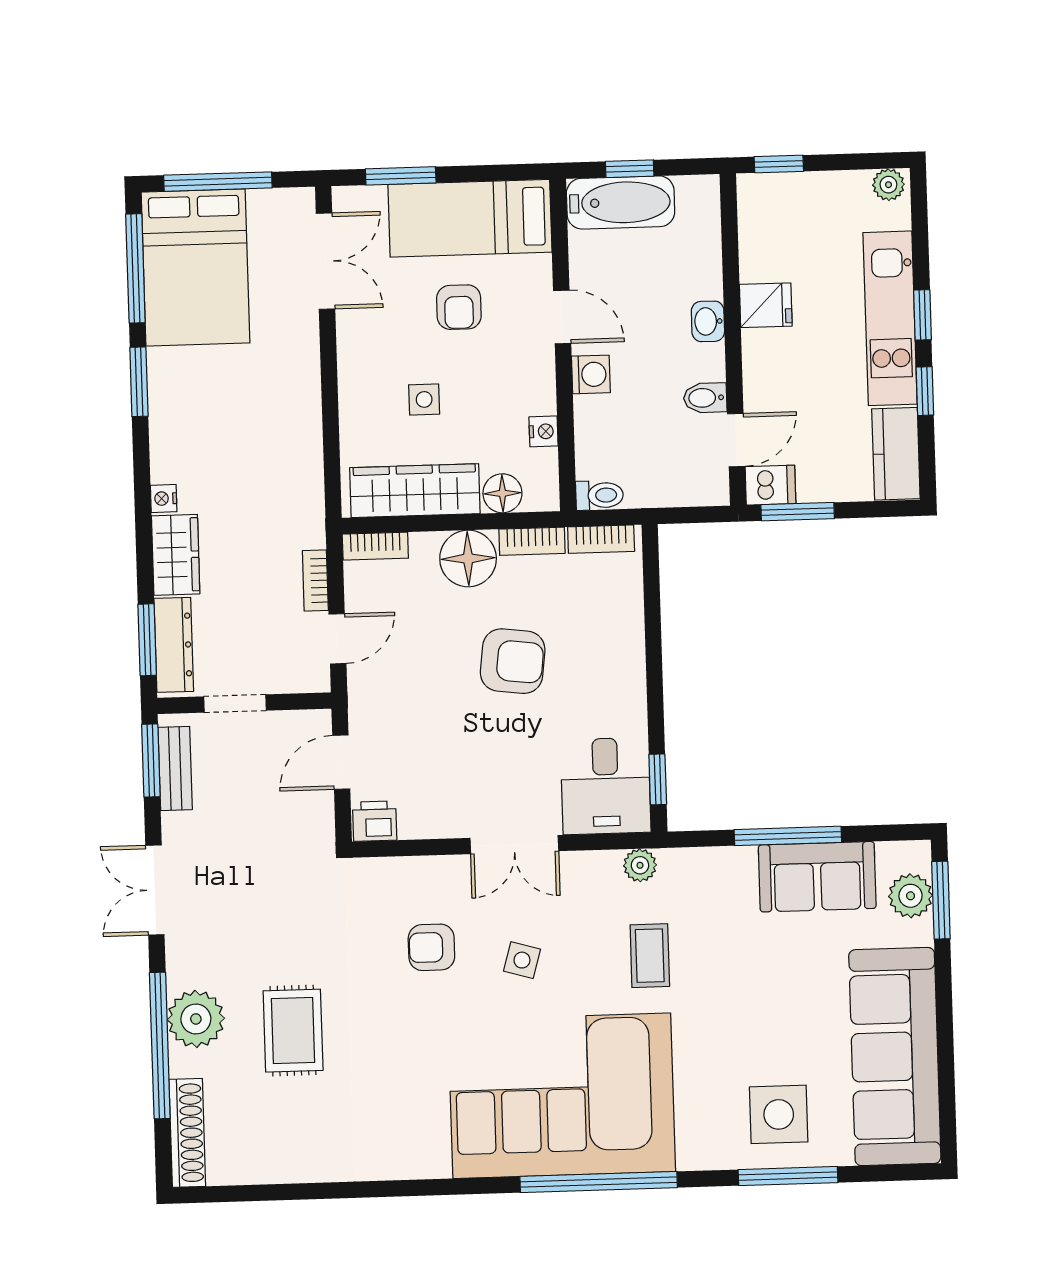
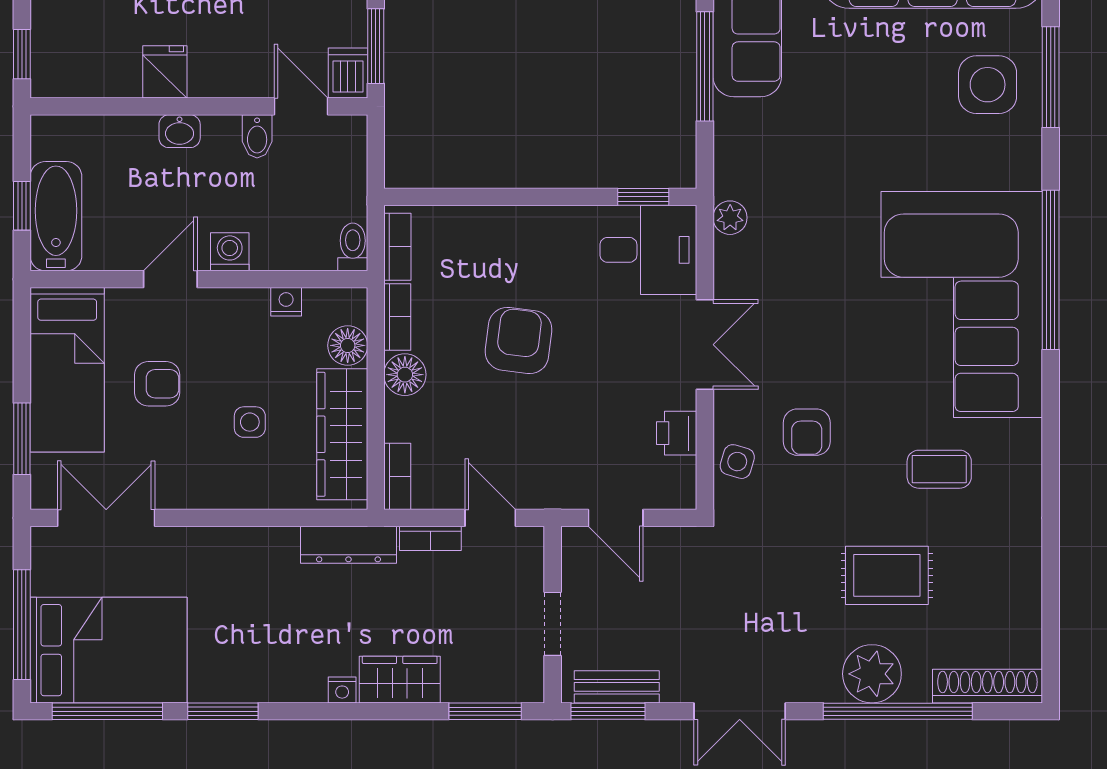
floor lamp: (468, 558) -> (405, 375), width x0.73, depth x0.73
dresser: (174, 645) -> (348, 545), moved, turned 180
printer: (375, 821) -> (677, 433), moved
coffee table: (650, 956) -> (939, 469), moved
side table: (522, 960) -> (737, 462), moved

